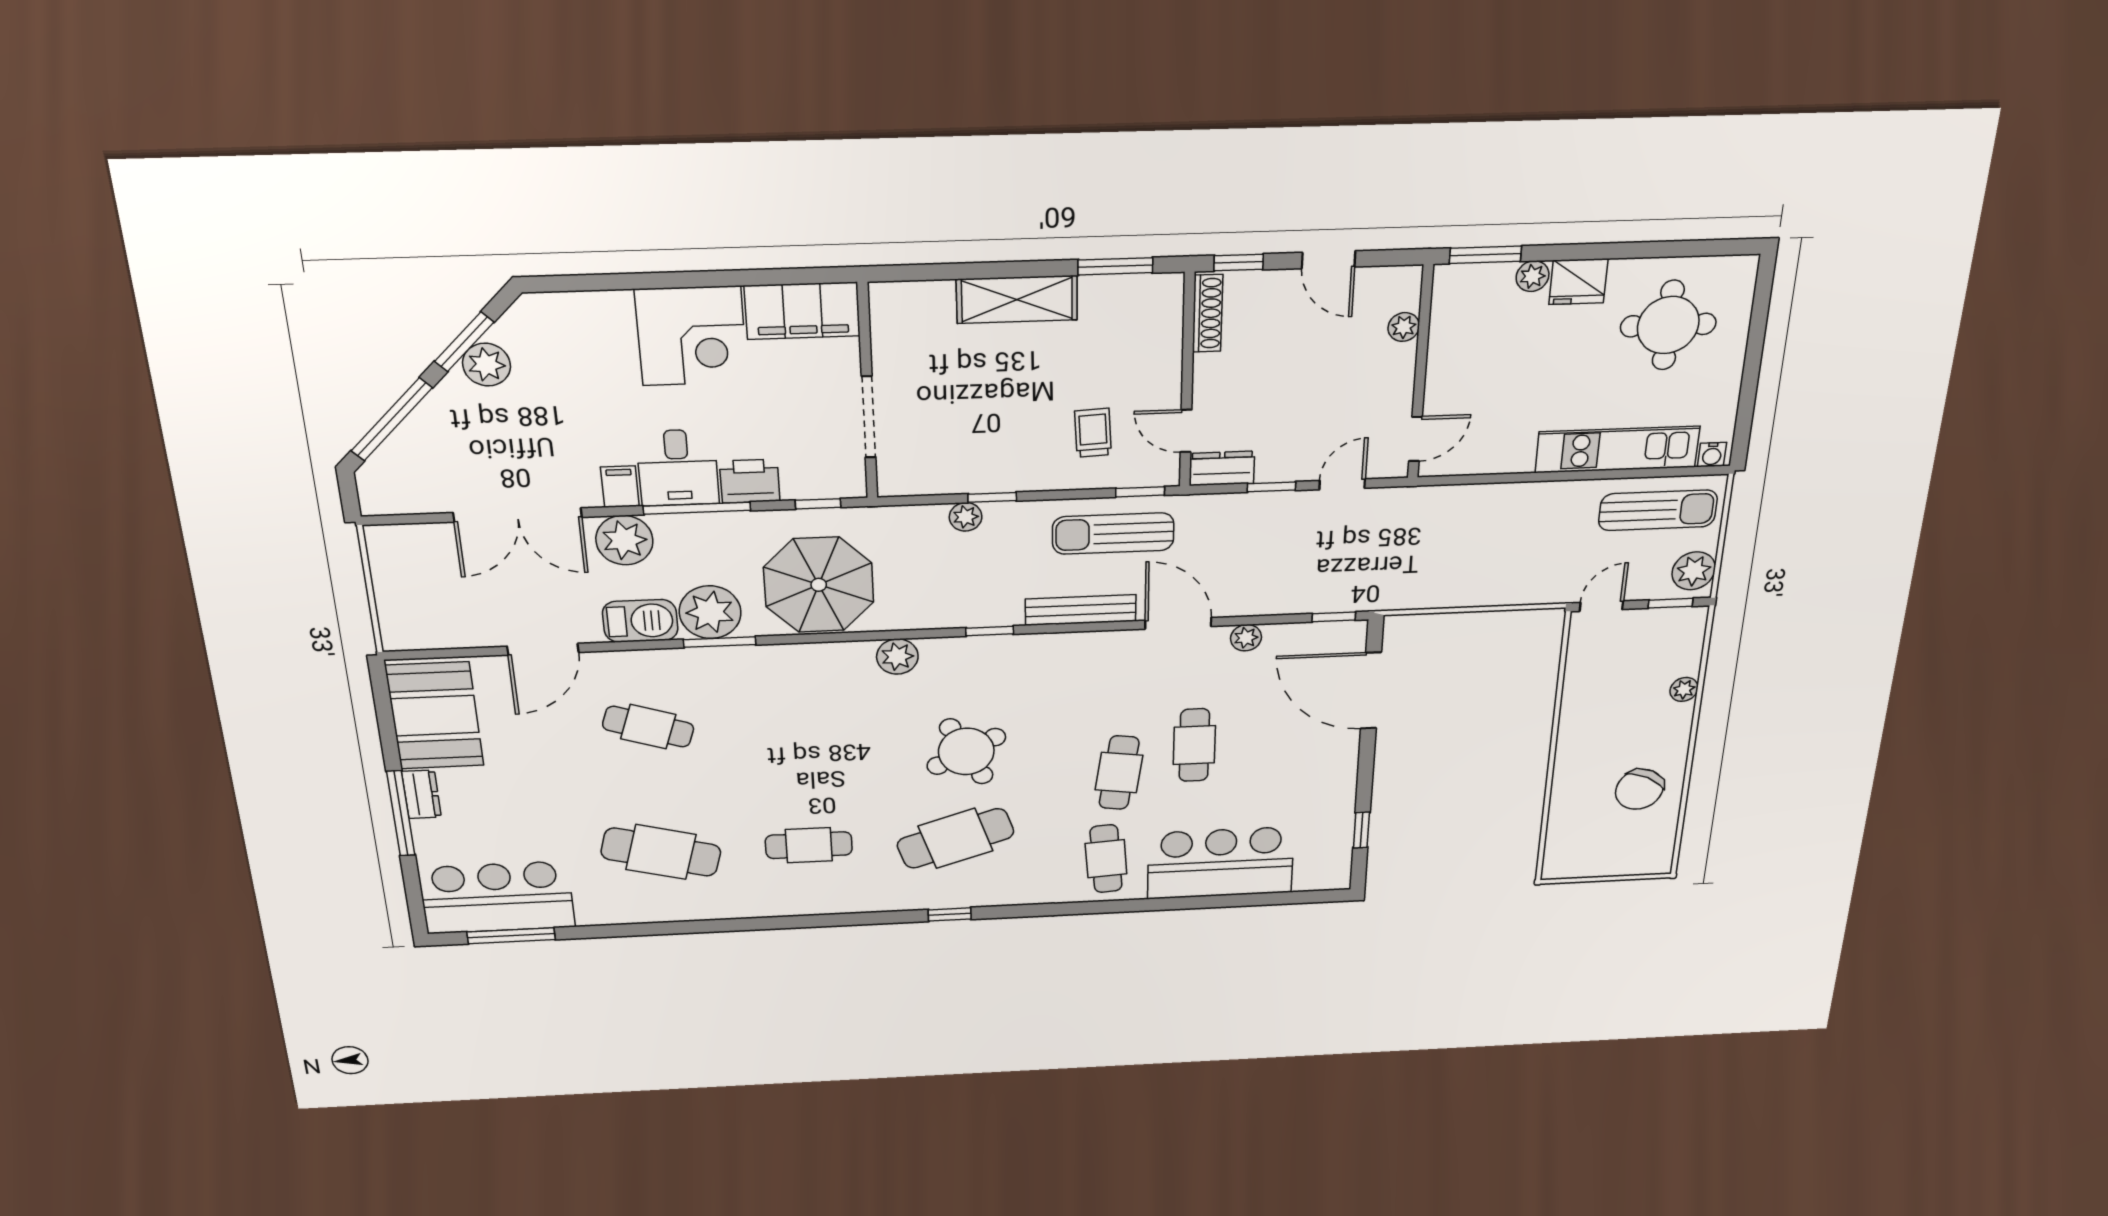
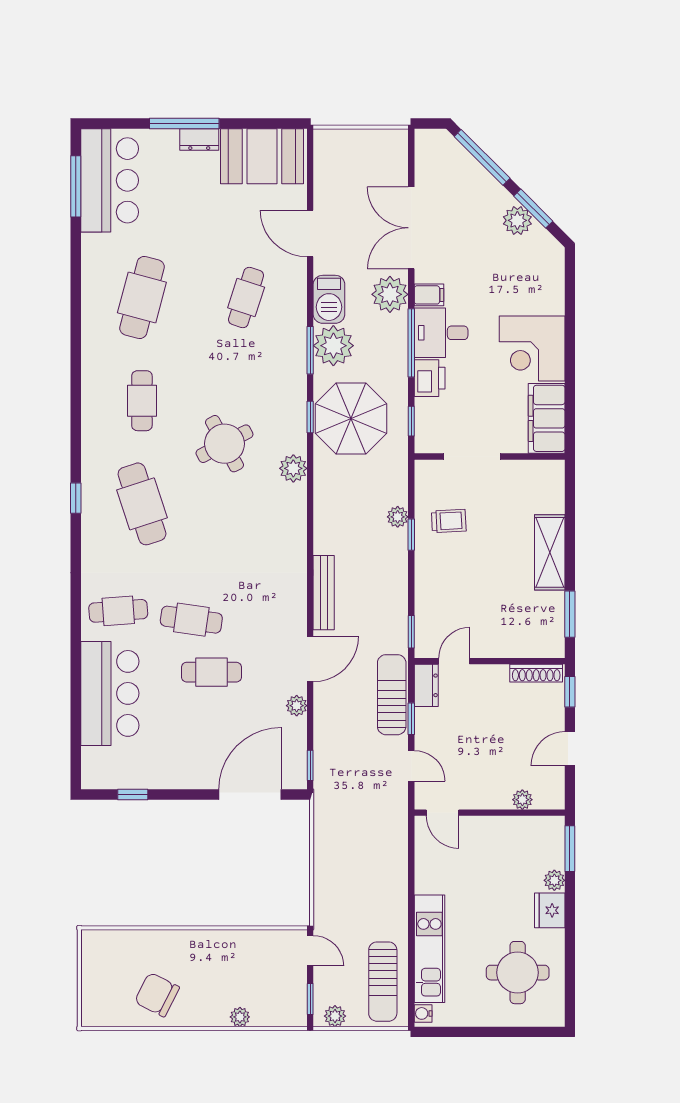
trolley: (1093, 433) -> (449, 521), moved
sun lounger: (1113, 534) -> (392, 695), moved
plant: (1694, 571) -> (335, 1016), width x0.73, depth x0.73
window: (990, 631) -> (310, 417), moved
round table: (966, 751) -> (224, 444), moved

